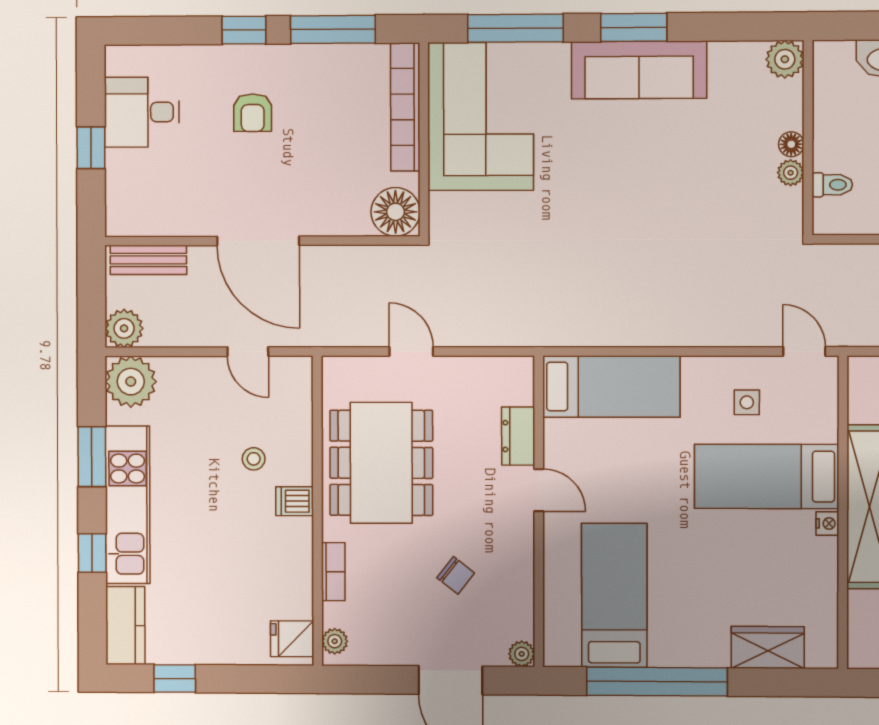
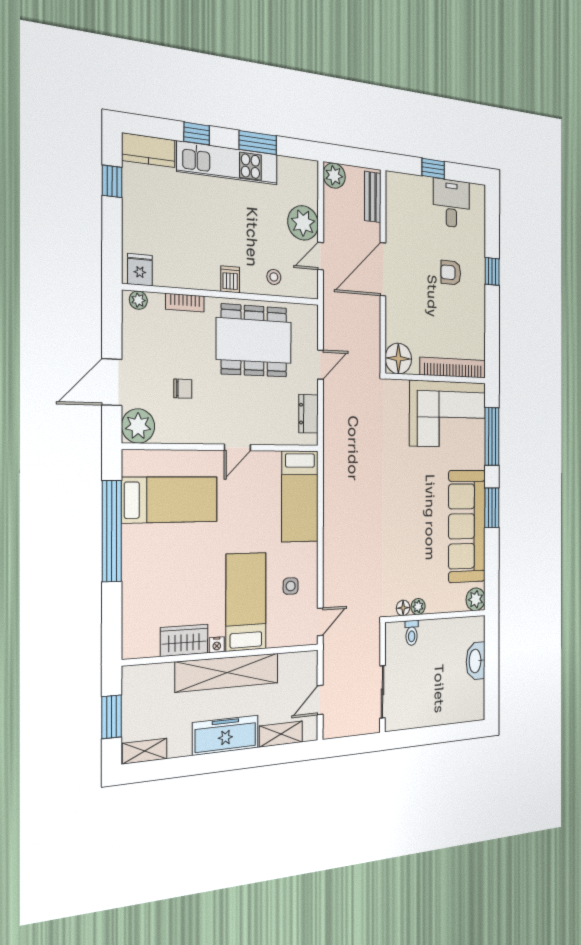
window: (333, 29) -> (492, 326), removed
sofa: (639, 70) -> (467, 526), width x1.36, depth x1.27
floor lamp: (791, 144) -> (403, 608), moved
plant: (131, 382) -> (303, 223), moved
dresser: (518, 436) -> (308, 414), moved, turned -90
stool: (254, 459) -> (274, 277), moved
chair: (456, 575) -> (183, 389), turned -128
wardrobe: (768, 647) -> (184, 640), moved, turned -90
plant: (522, 654) -> (138, 426), width x1.88, depth x1.88

